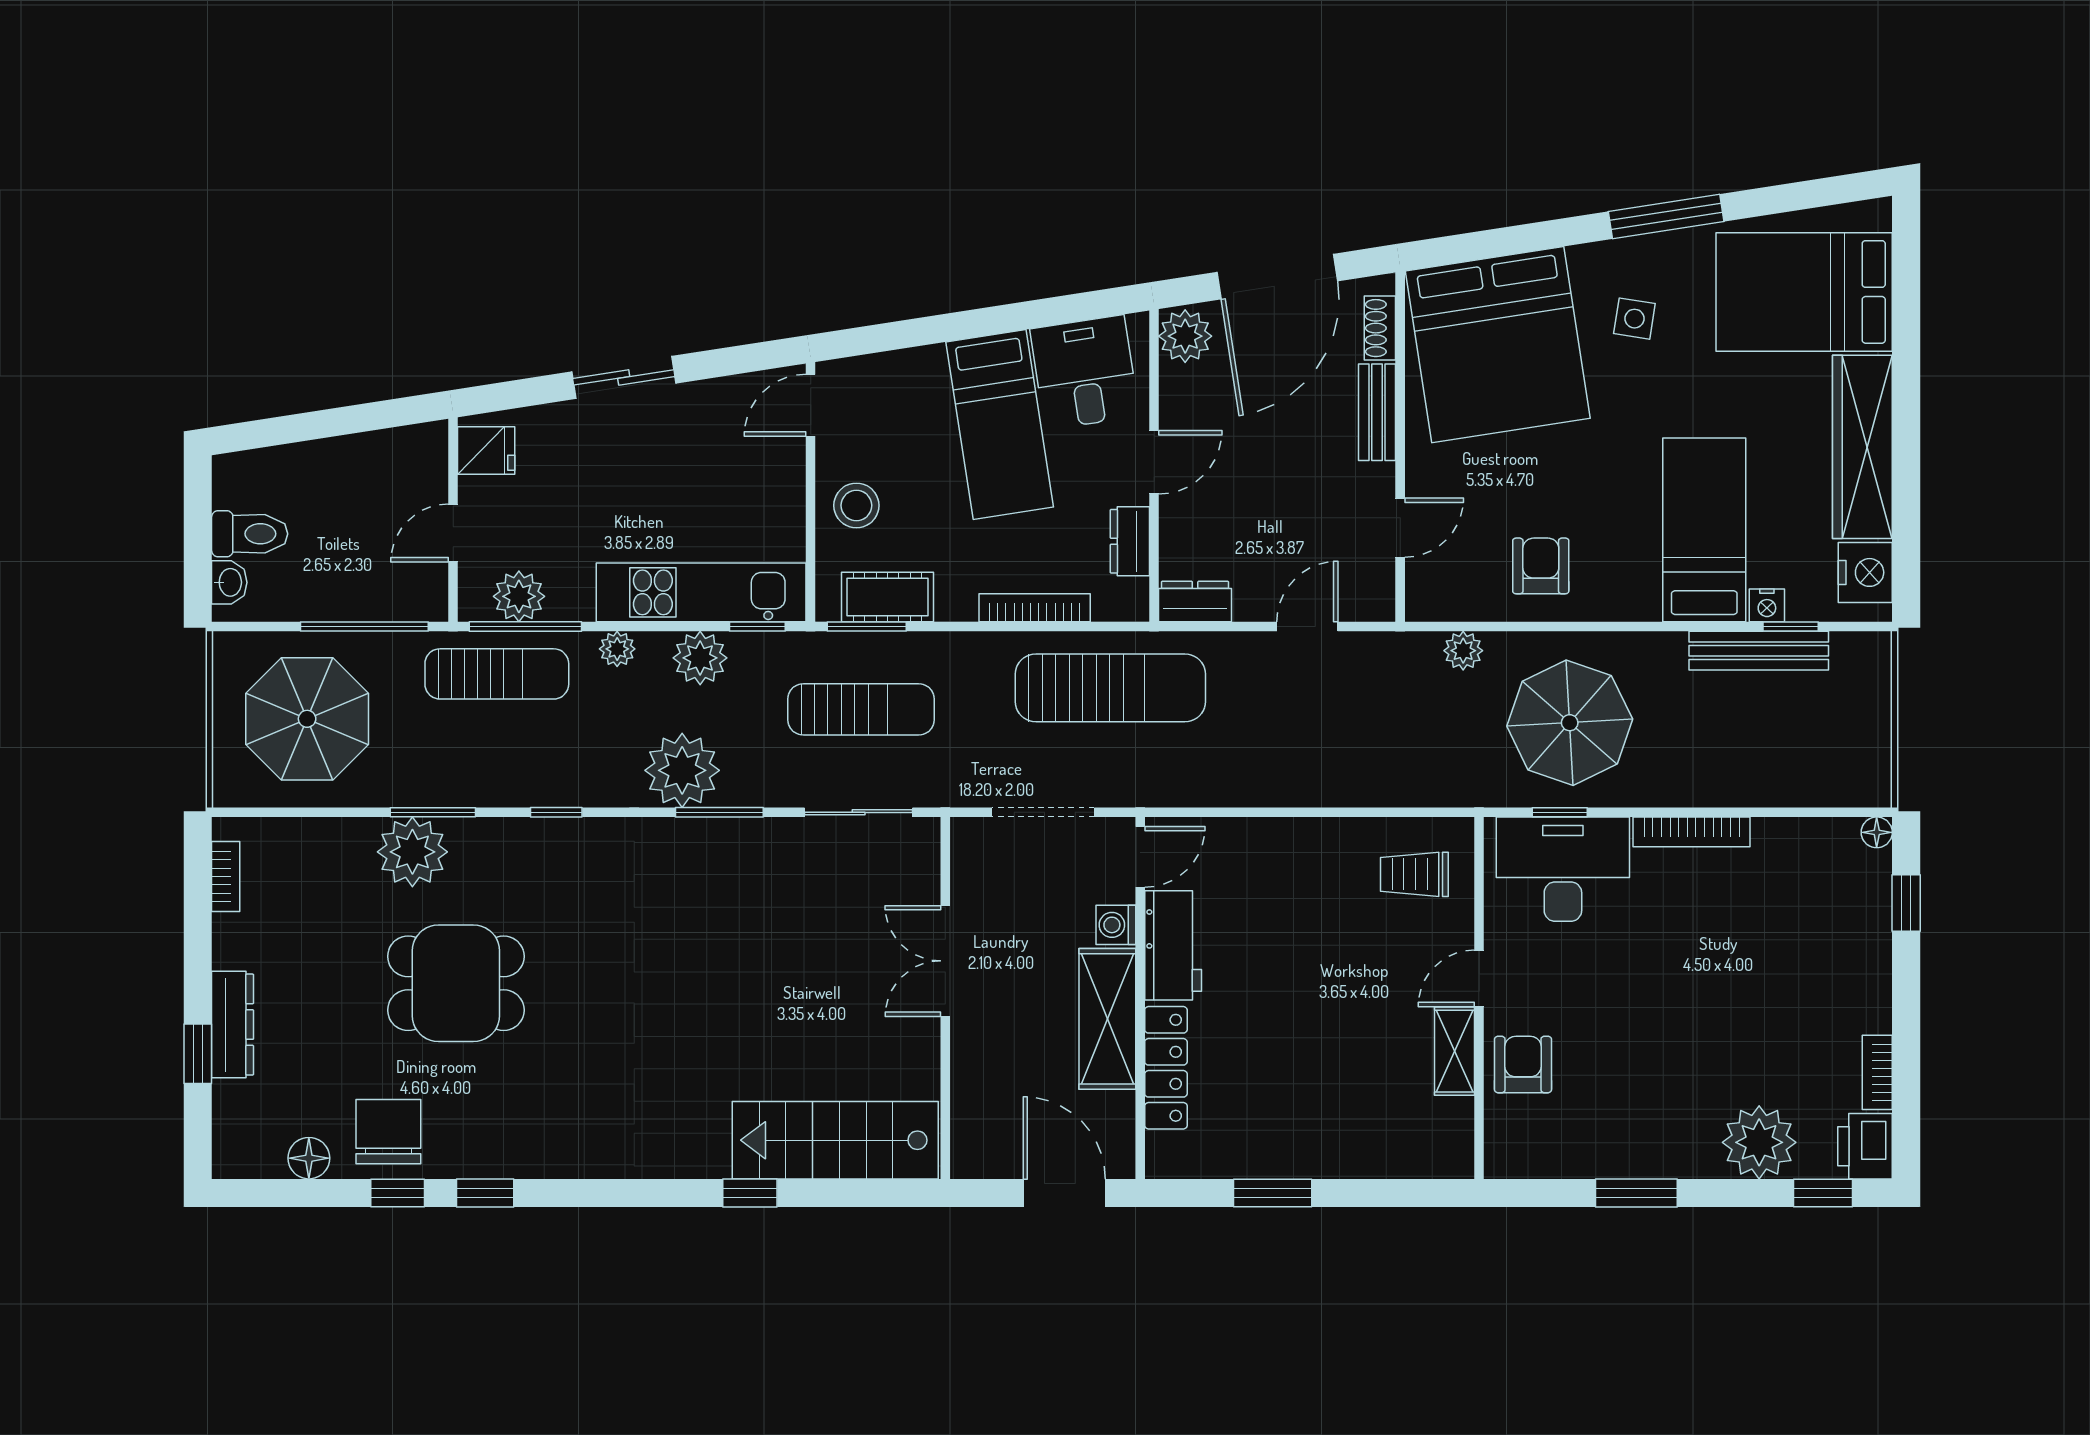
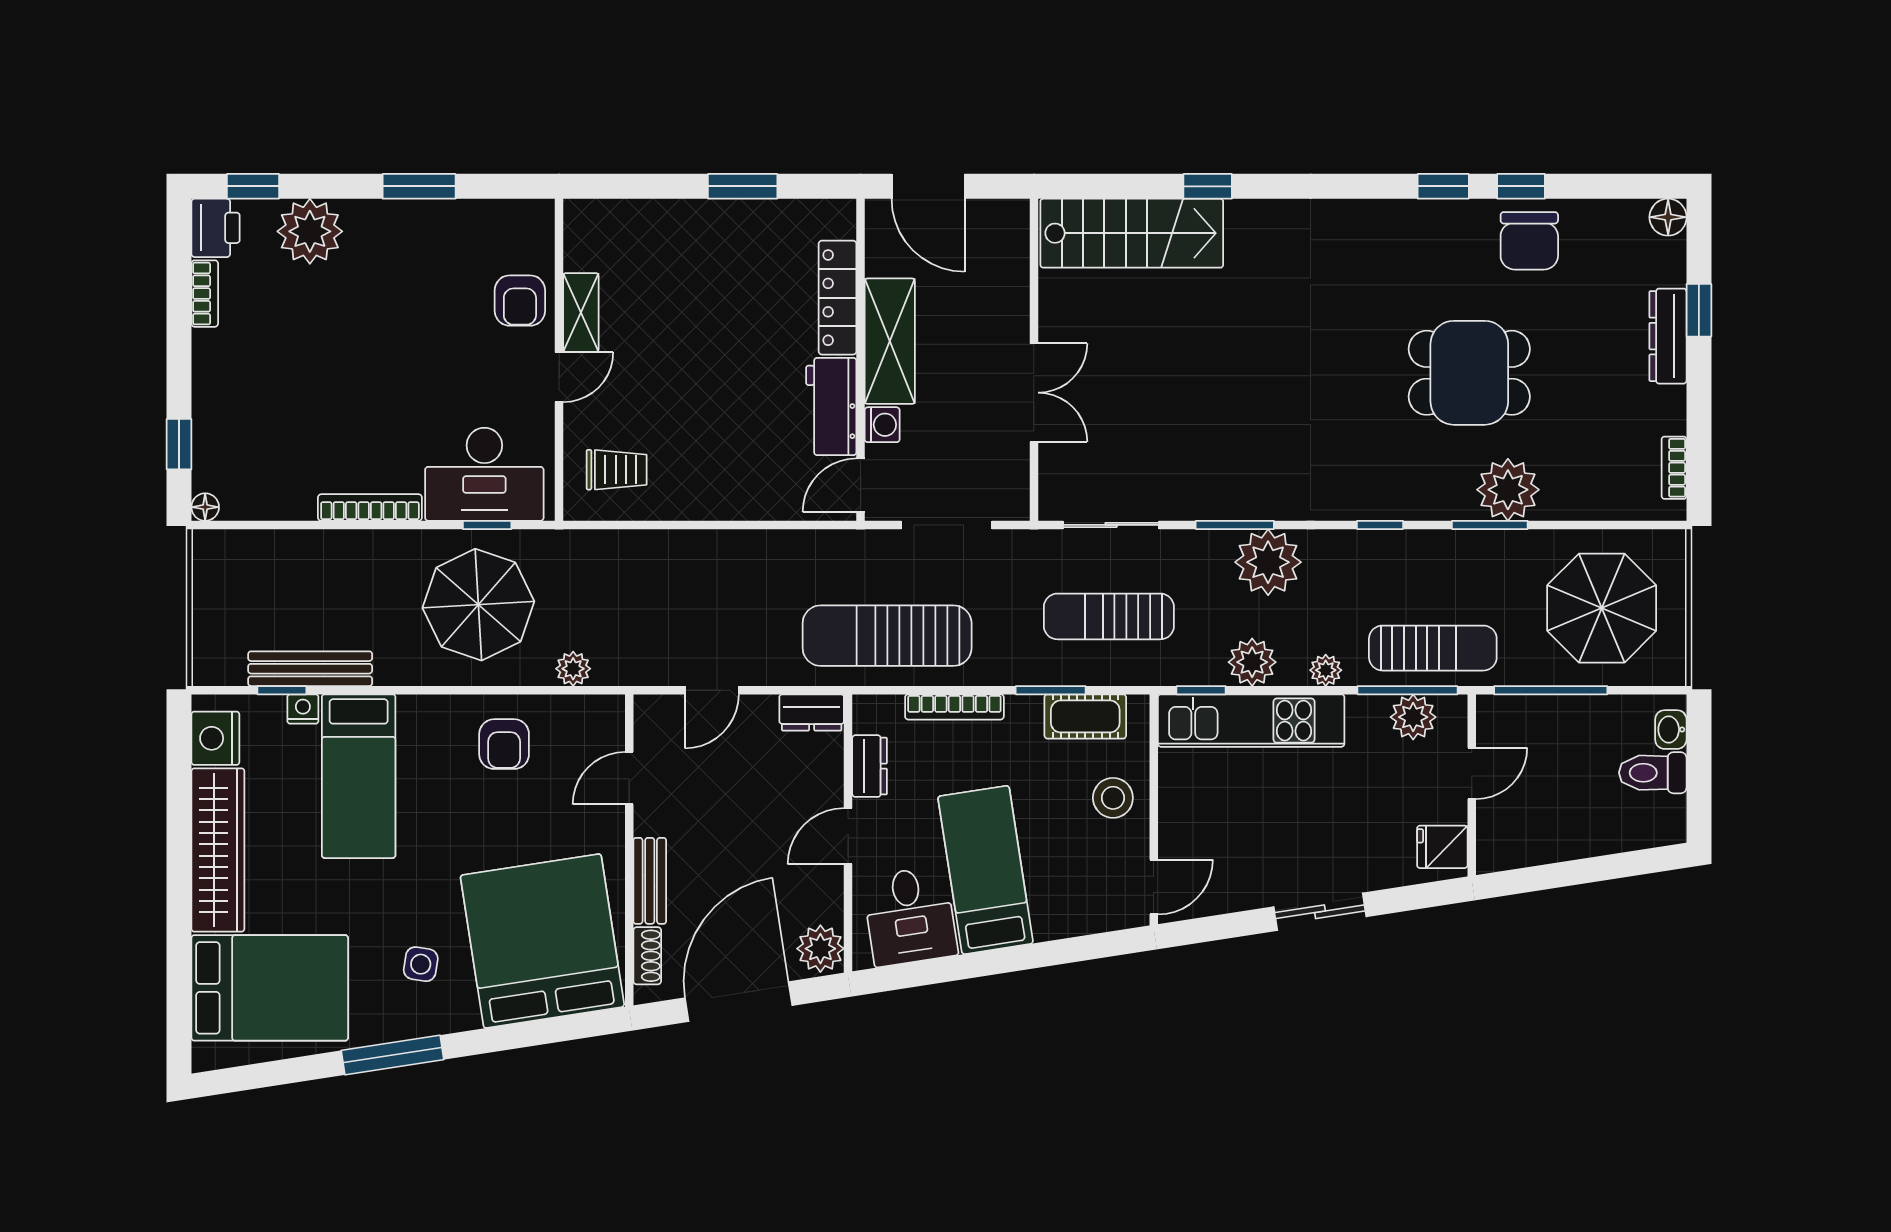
window: (867, 627) -> (1051, 690), moved
sun lounger: (497, 674) -> (1433, 648), turned 180
floor lamp: (309, 1158) -> (1668, 217), moved

